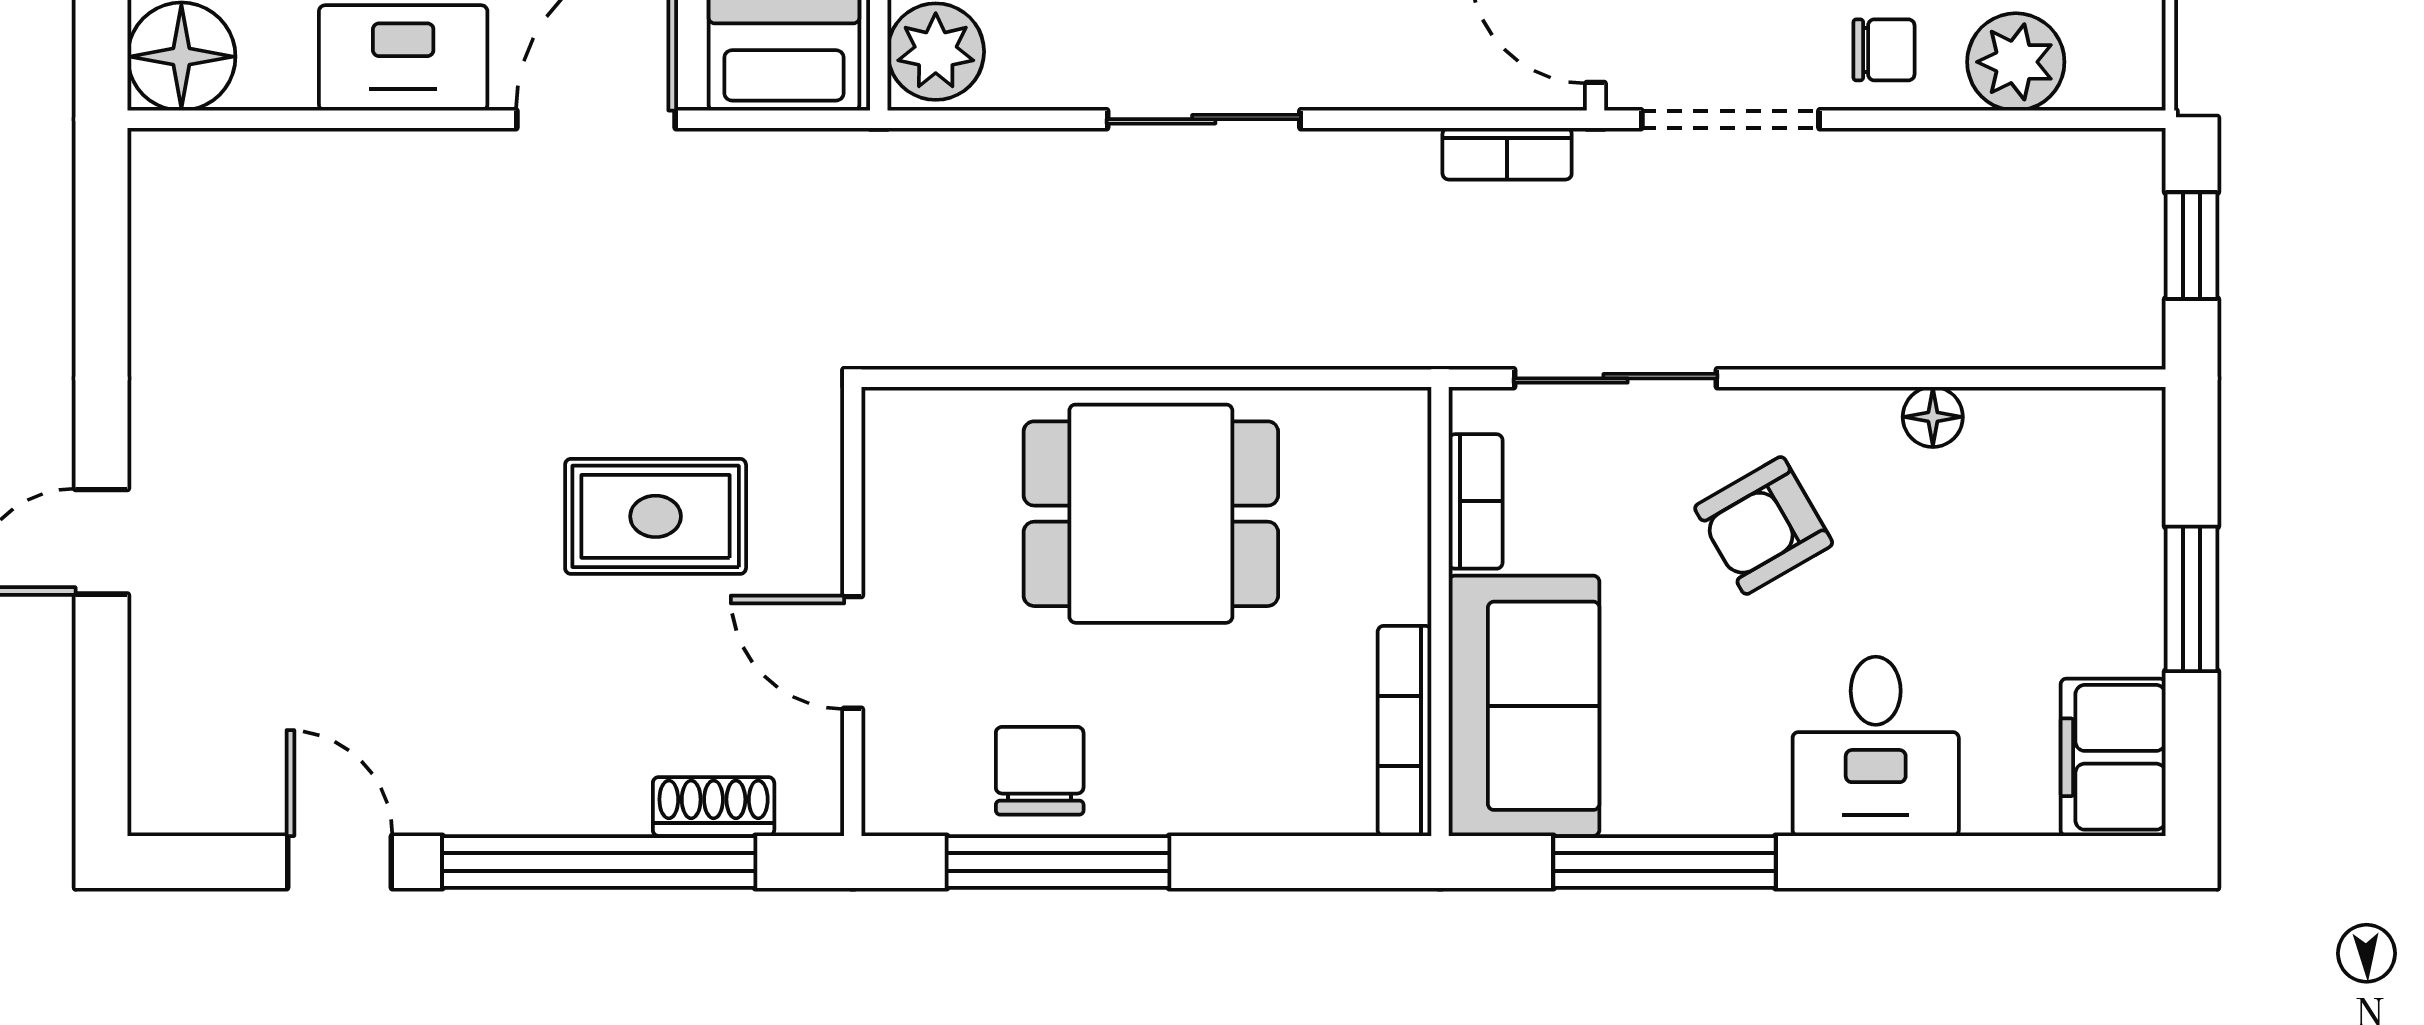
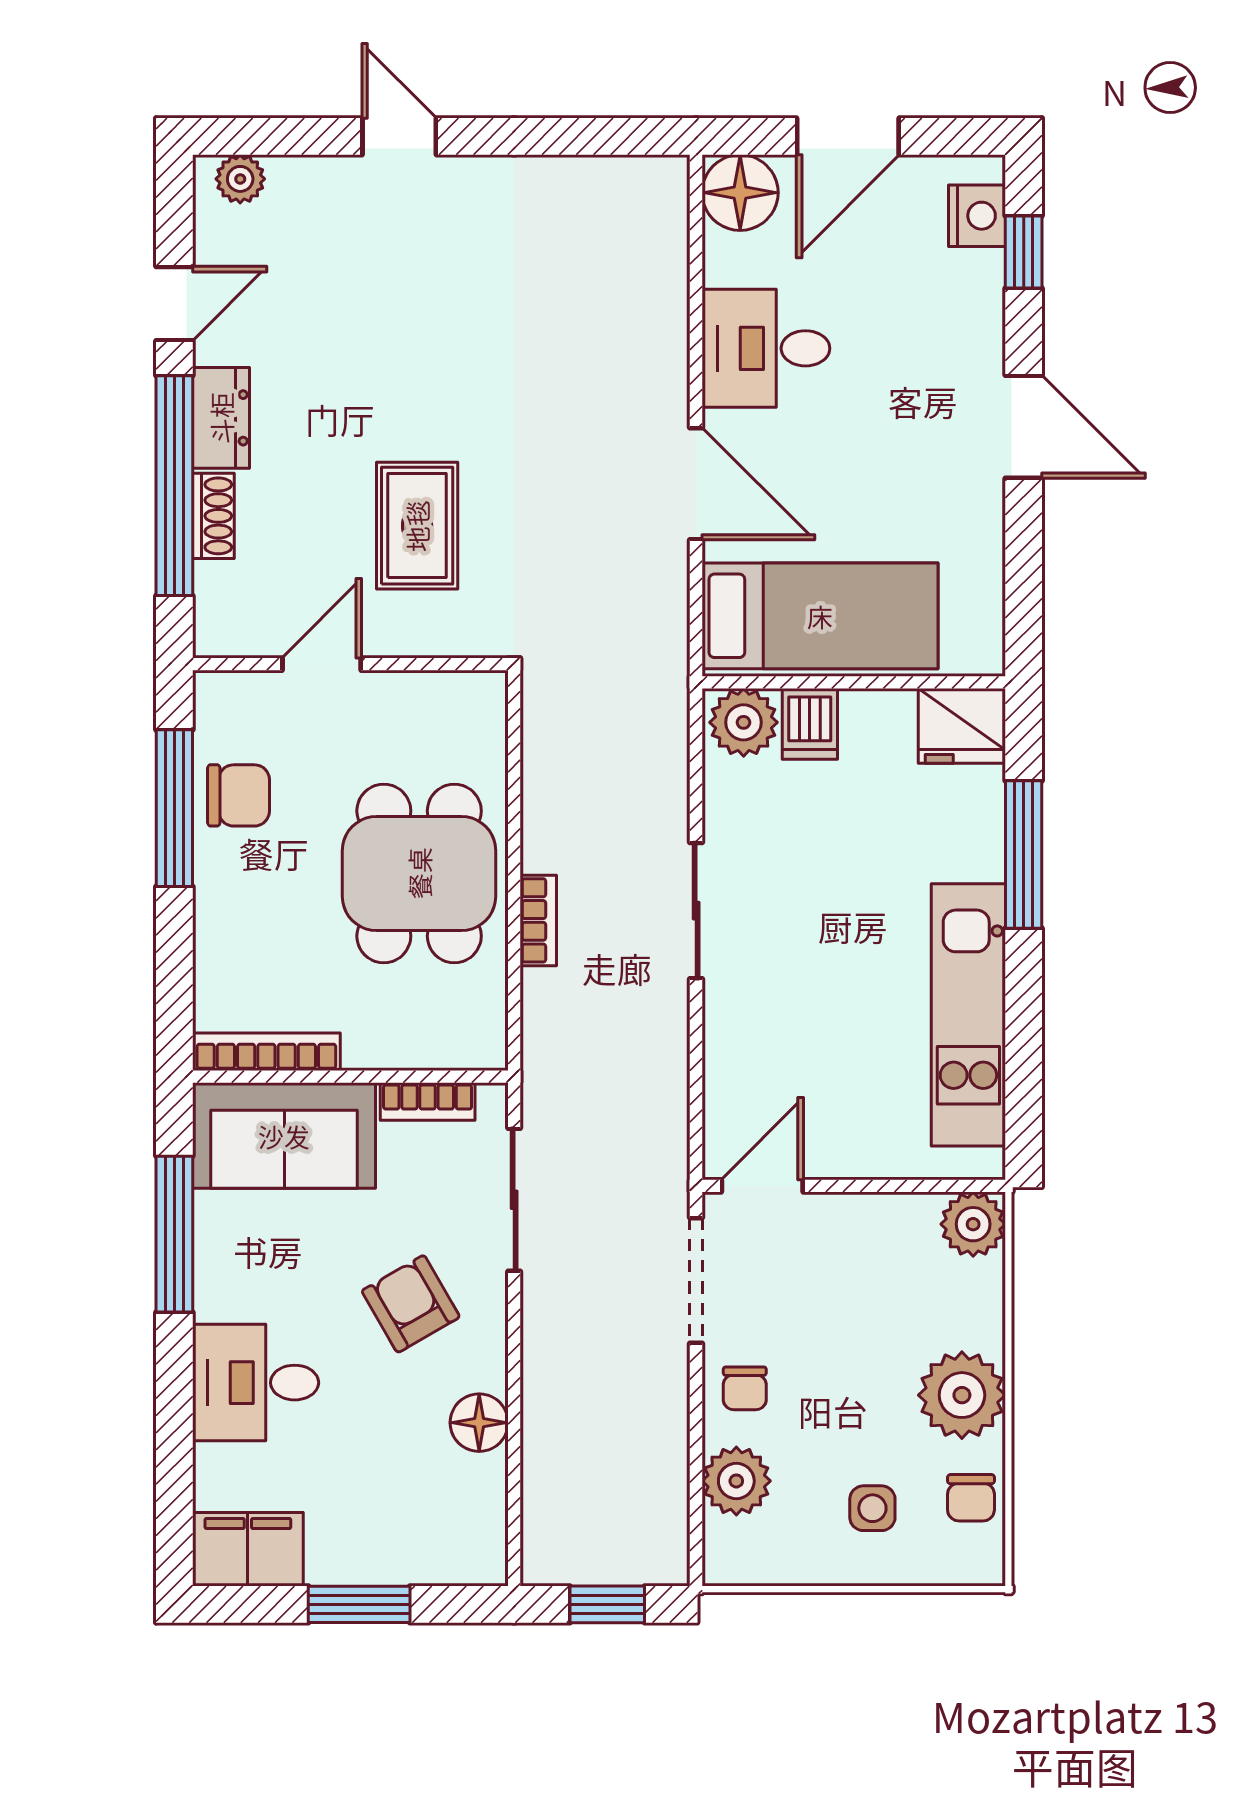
bookcase: (1507, 154) -> (538, 920), moved, turned 180
floor lamp: (1933, 417) -> (479, 1423), width x1.37, depth x1.37
plant: (162, 768) -> (240, 179), added
dresser: (502, 796) -> (221, 418), added
shoe rack: (714, 807) -> (213, 516), moved

